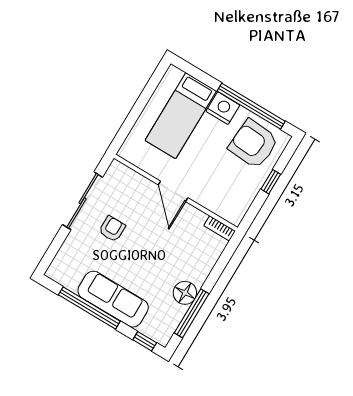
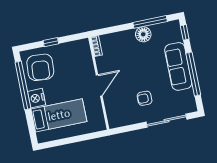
sliding door: (82, 201) -> (167, 121), moved

